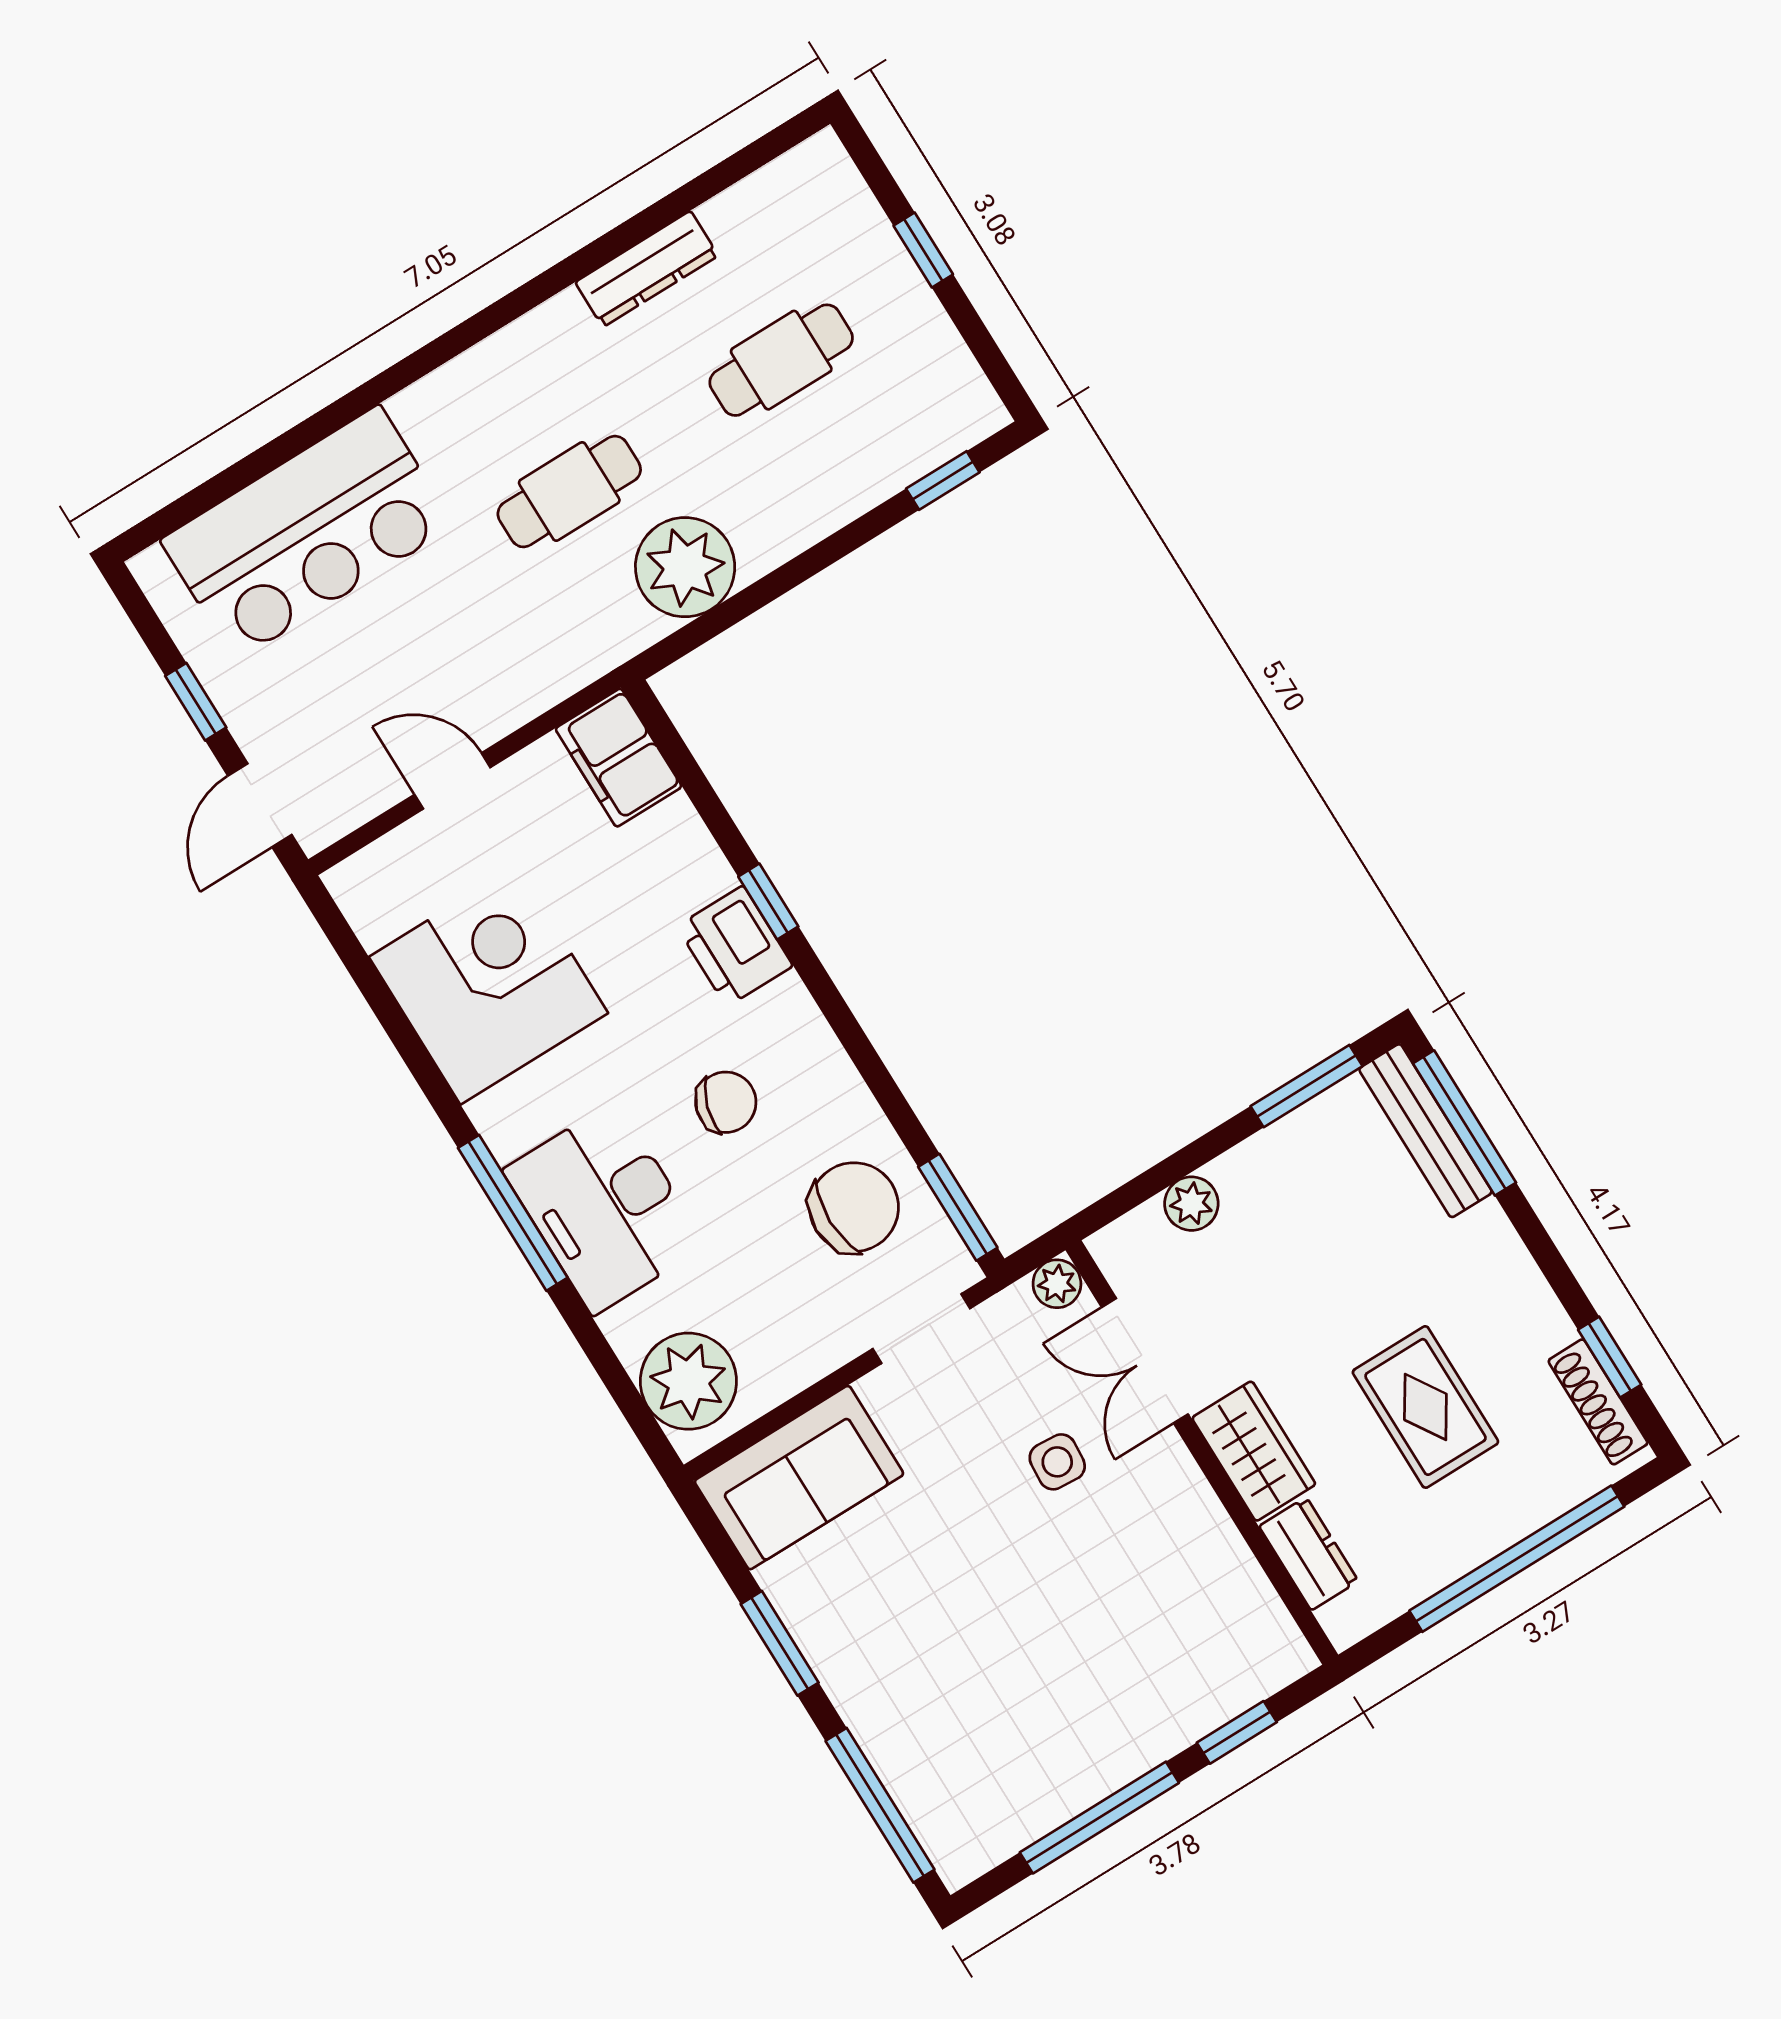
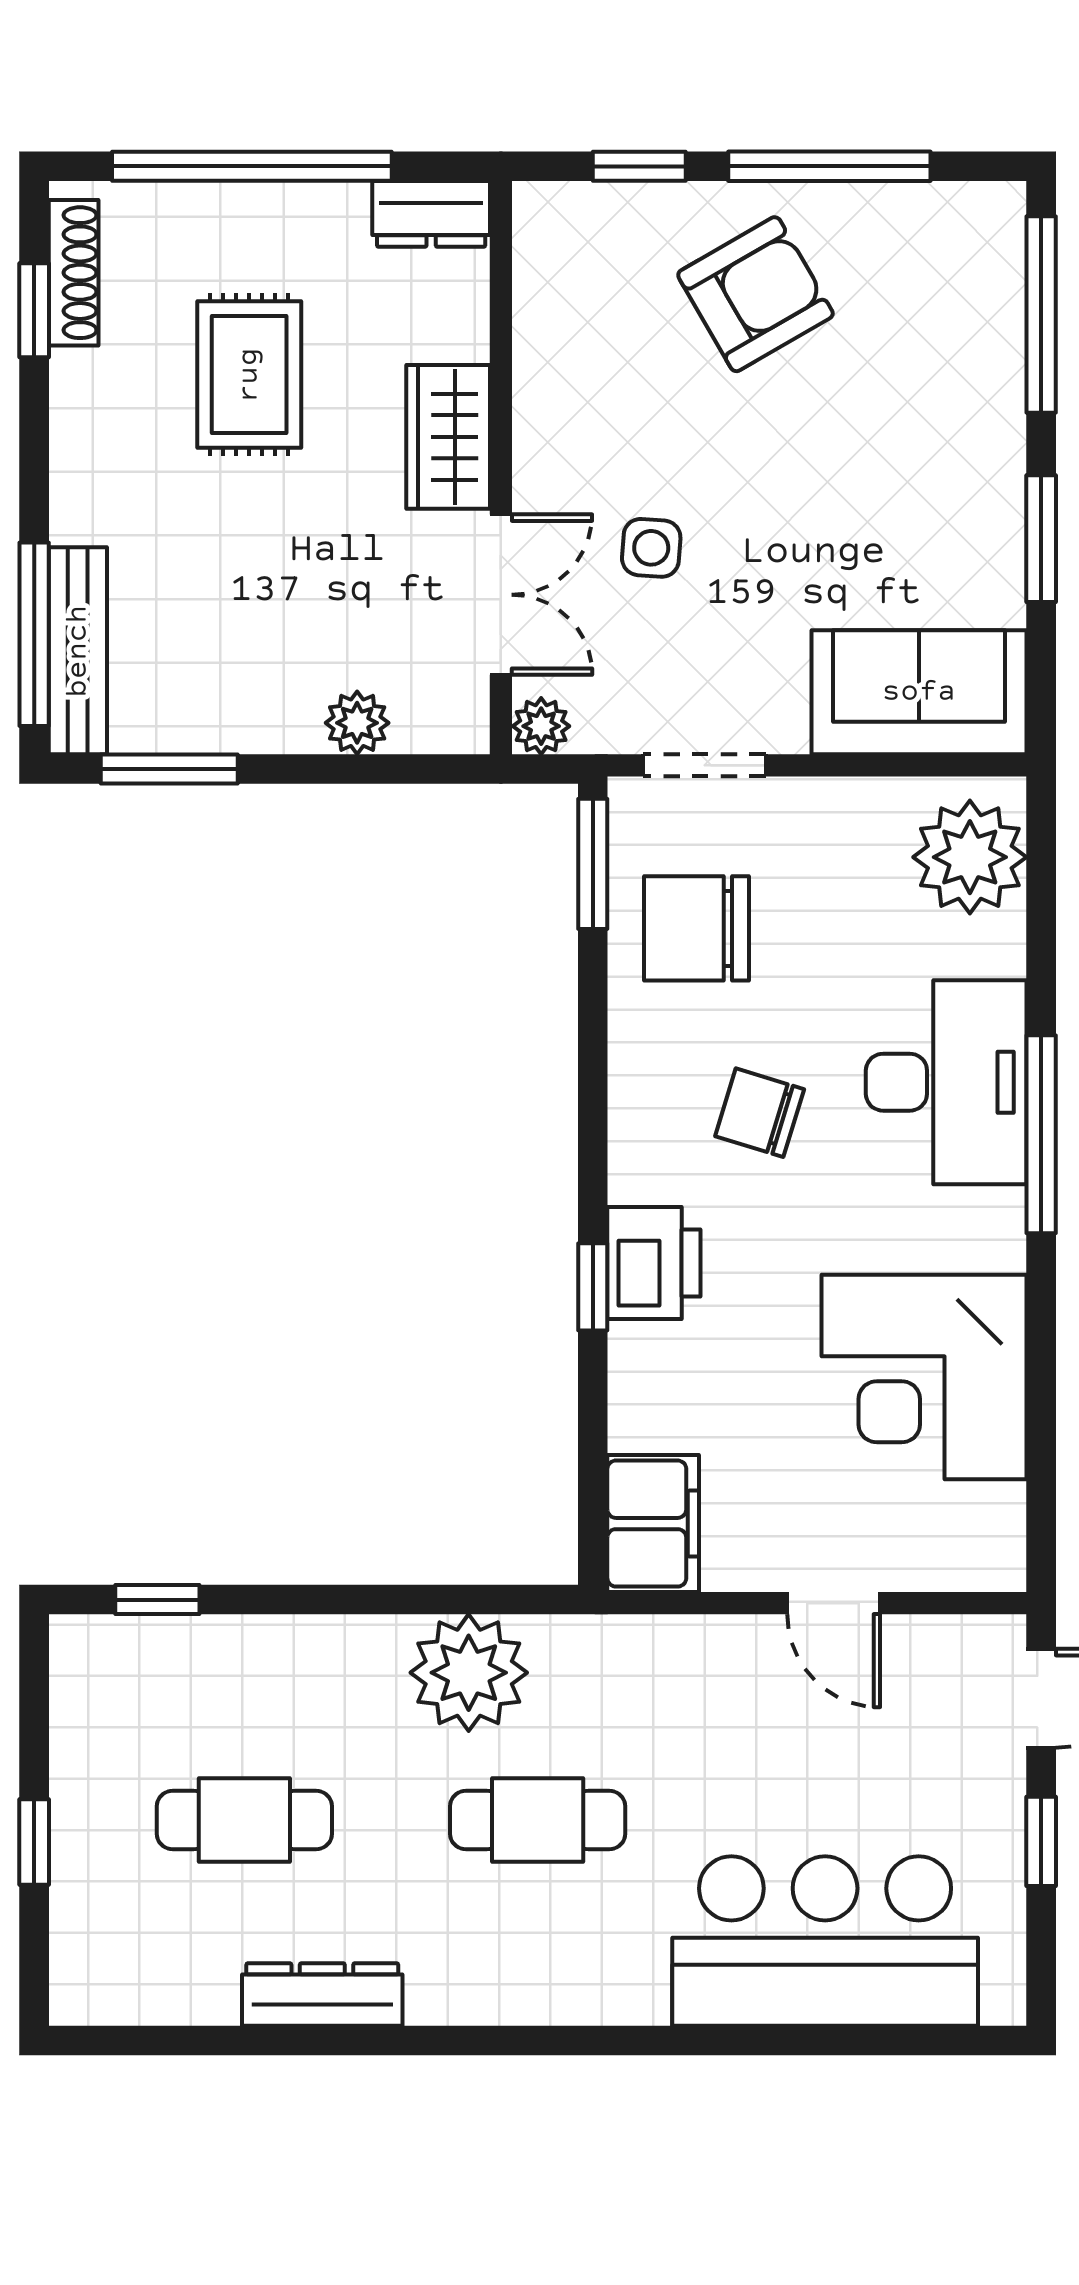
dresser: (1309, 1554) -> (431, 214), moved, turned -90
armchair: (1096, 1692) -> (755, 294), added

